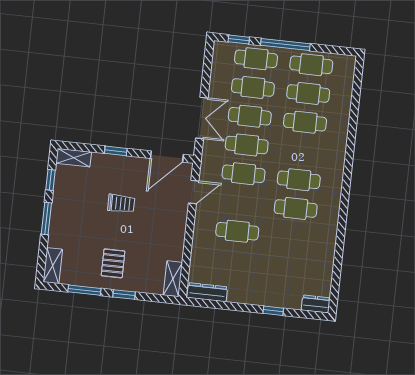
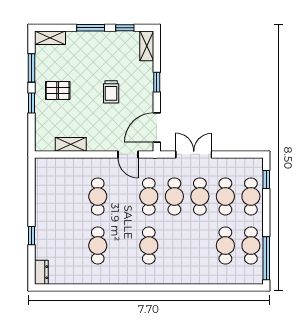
window: (285, 45) -> (266, 258), moved
double door: (202, 118) -> (194, 154), swing flipped
cafe table: (305, 122) -> (200, 246), removed
door: (167, 156) -> (157, 128), hinge flipped
cafe table: (296, 208) -> (98, 246), moved
shelving: (173, 279) -> (71, 144), moved
dresser: (207, 292) -> (41, 176), removed

